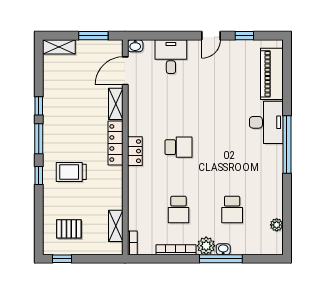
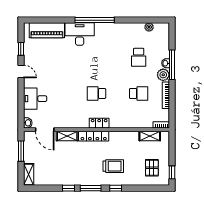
school desk: (178, 147) -> (96, 93), turned -90
trolley: (71, 172) -> (113, 166), turned -90
school desk: (232, 209) -> (139, 57), turned 90

